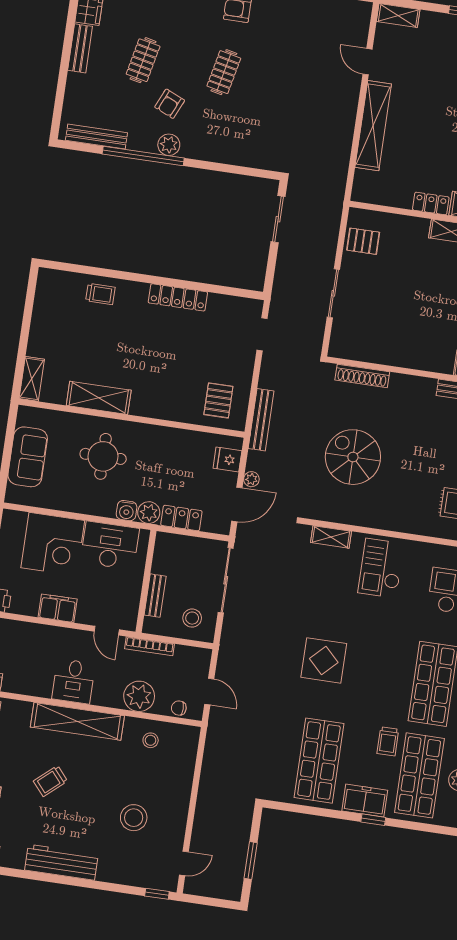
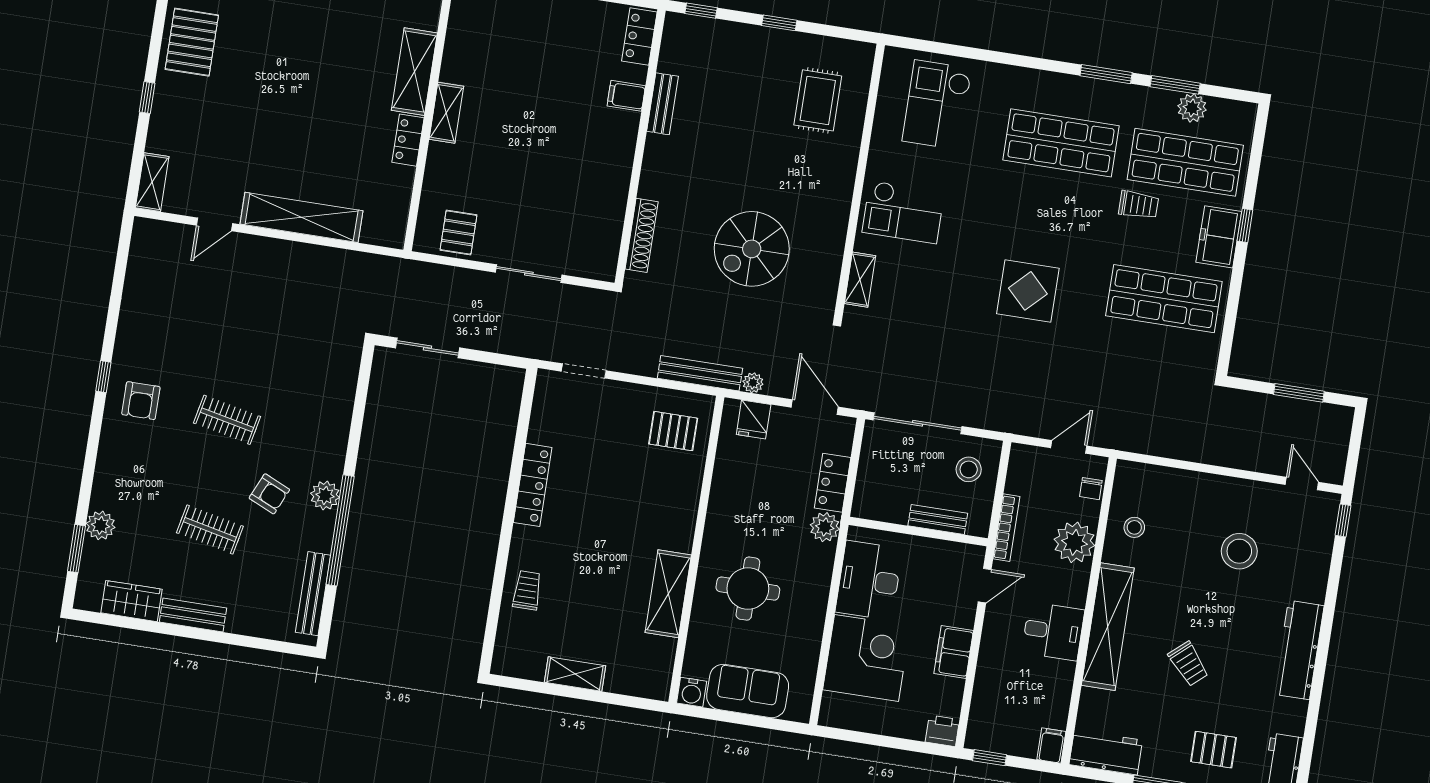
shelving: (32, 379) -> (575, 674), moved
plant: (251, 479) -> (753, 383), moved
water cooler: (127, 511) -> (692, 692), moved, turned 90

